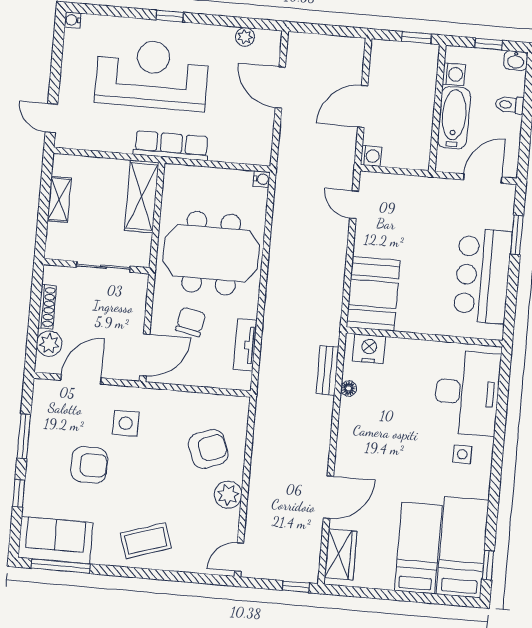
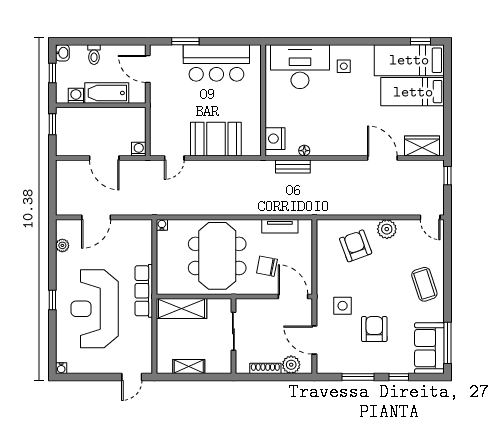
booth: (373, 294) -> (216, 139), moved

